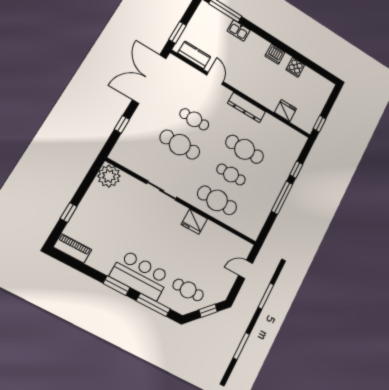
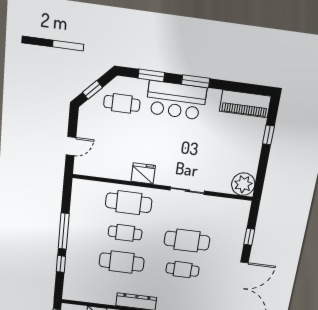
piano: (73, 248) -> (245, 104), width x1.37, depth x1.33
window: (153, 305) -> (151, 75), width x0.69

